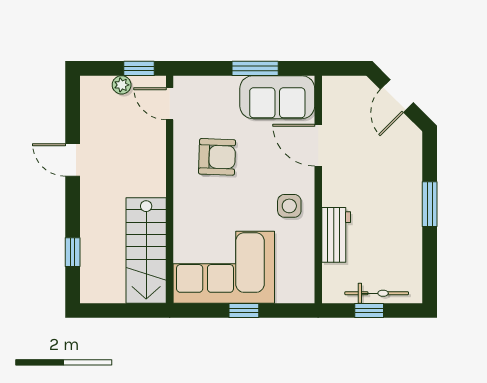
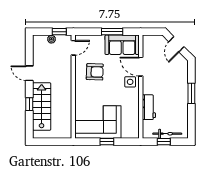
door: (170, 104) -> (73, 48), swing flipped
side table: (289, 206) -> (130, 82), moved
stairs: (146, 250) -> (42, 106), moved, turned 180
window: (73, 252) -> (29, 104), moved

